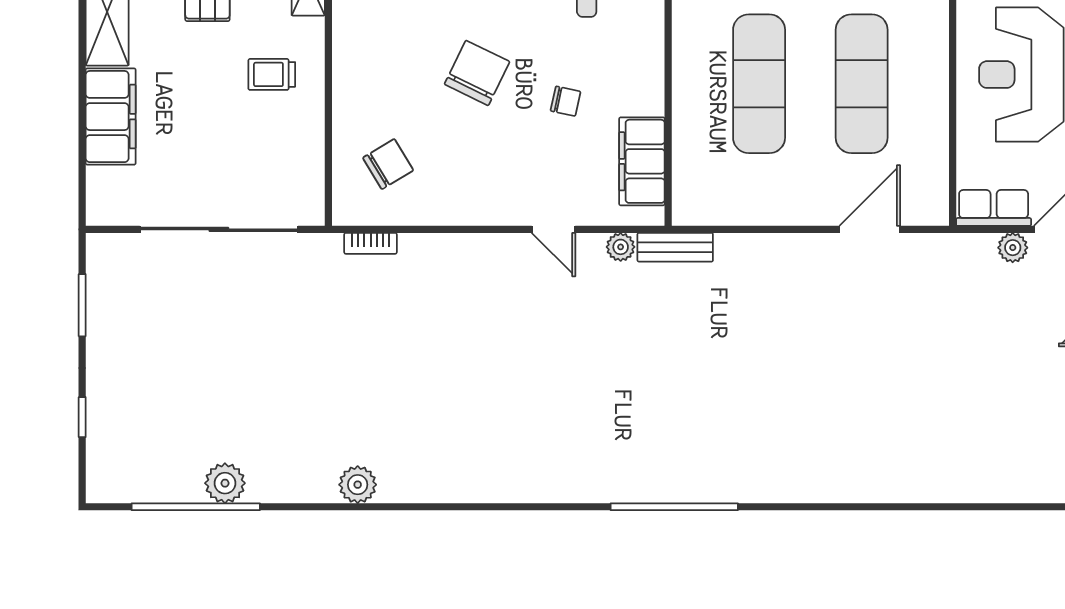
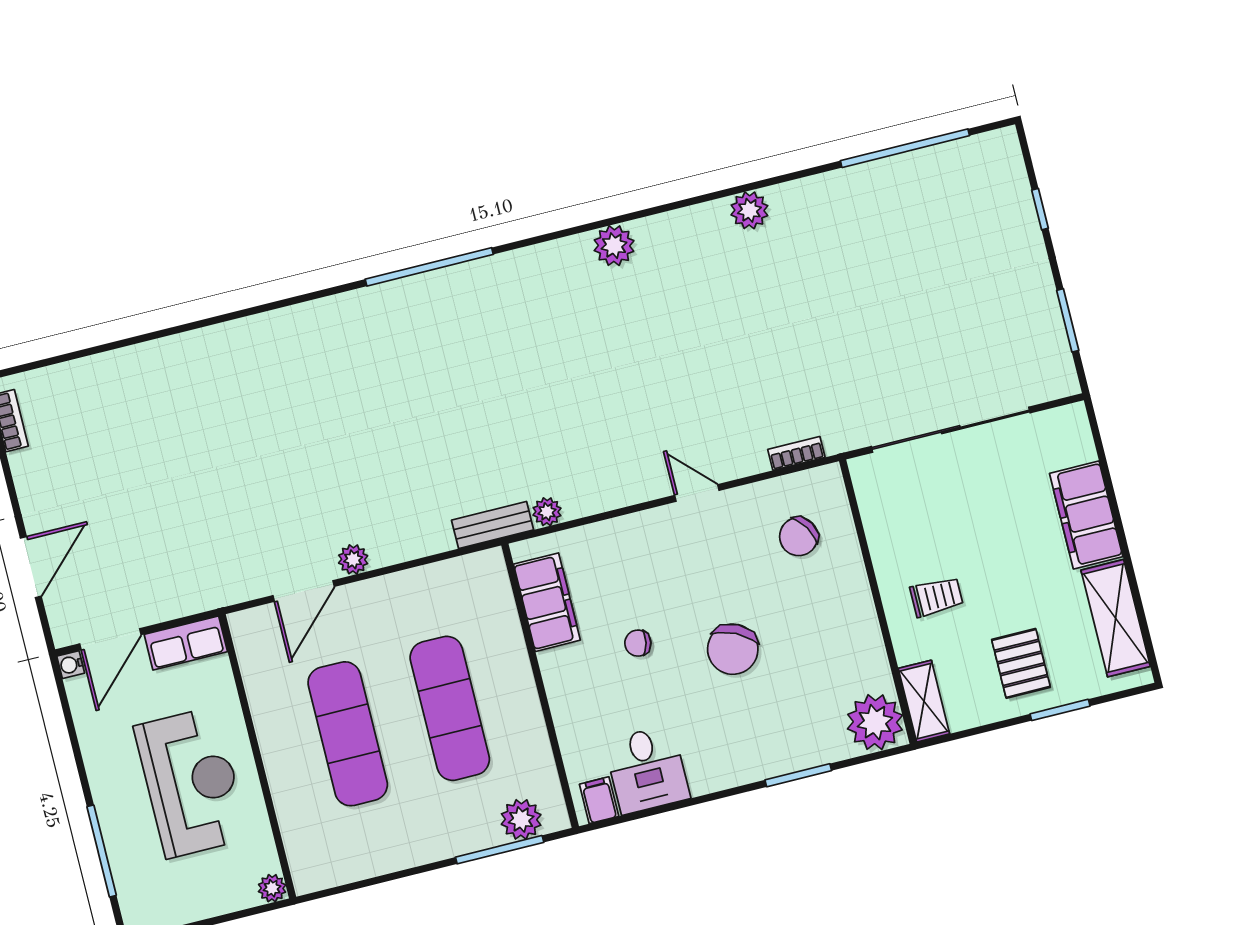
door: (553, 229) -> (697, 493), moved
plant: (1013, 248) -> (353, 559), moved
plant: (225, 483) -> (614, 246), moved

